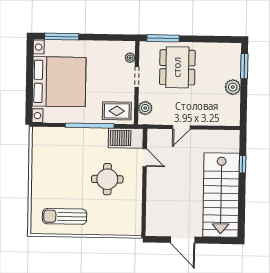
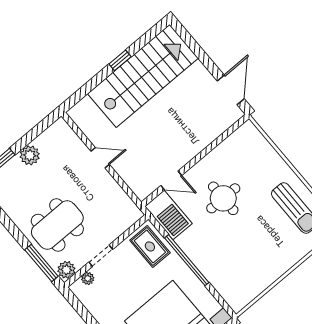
plant: (145, 108) -> (66, 270), moved
door: (181, 127) -> (100, 158), moved
door: (145, 158) -> (171, 180), swing flipped
window: (243, 164) -> (120, 60), moved
door: (183, 240) -> (231, 90), moved

